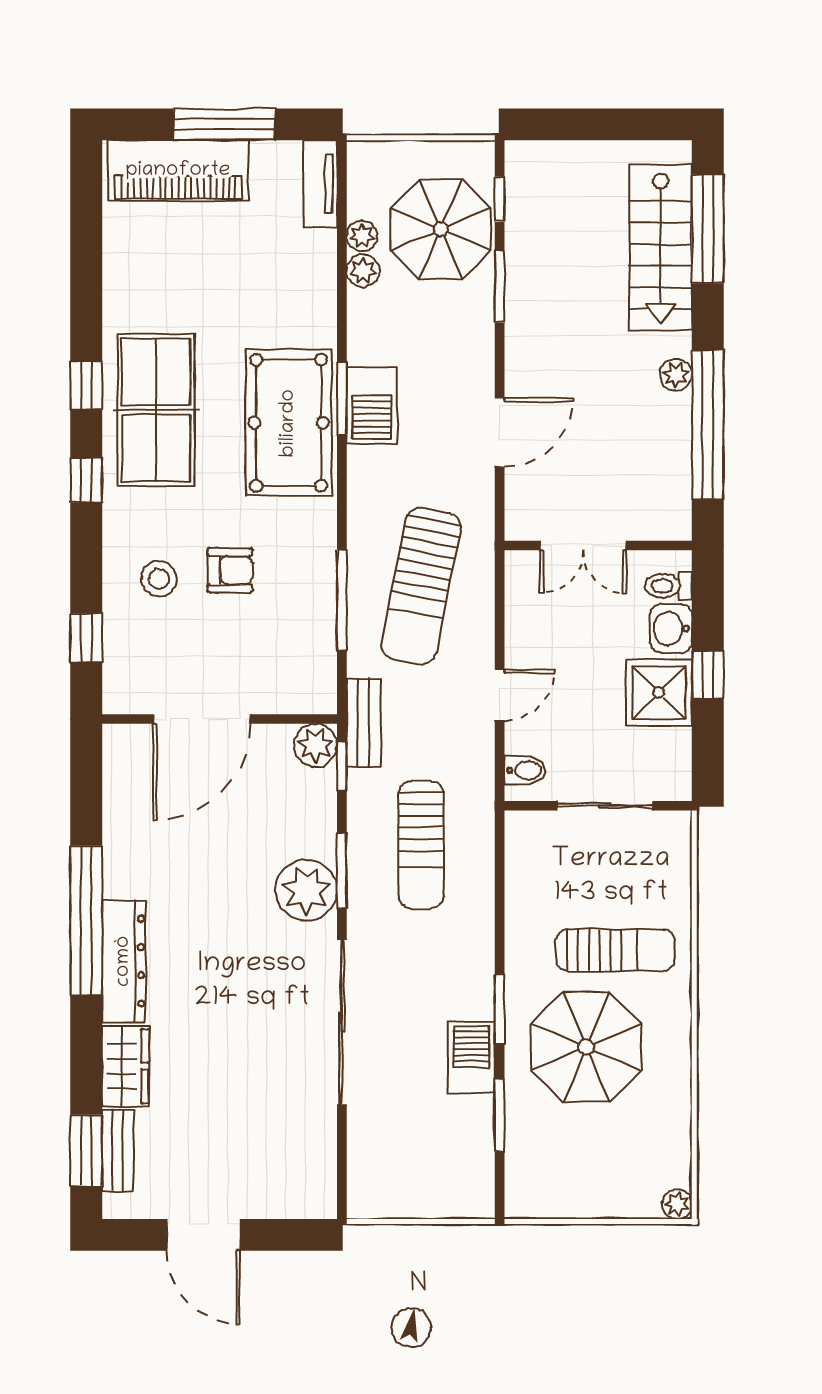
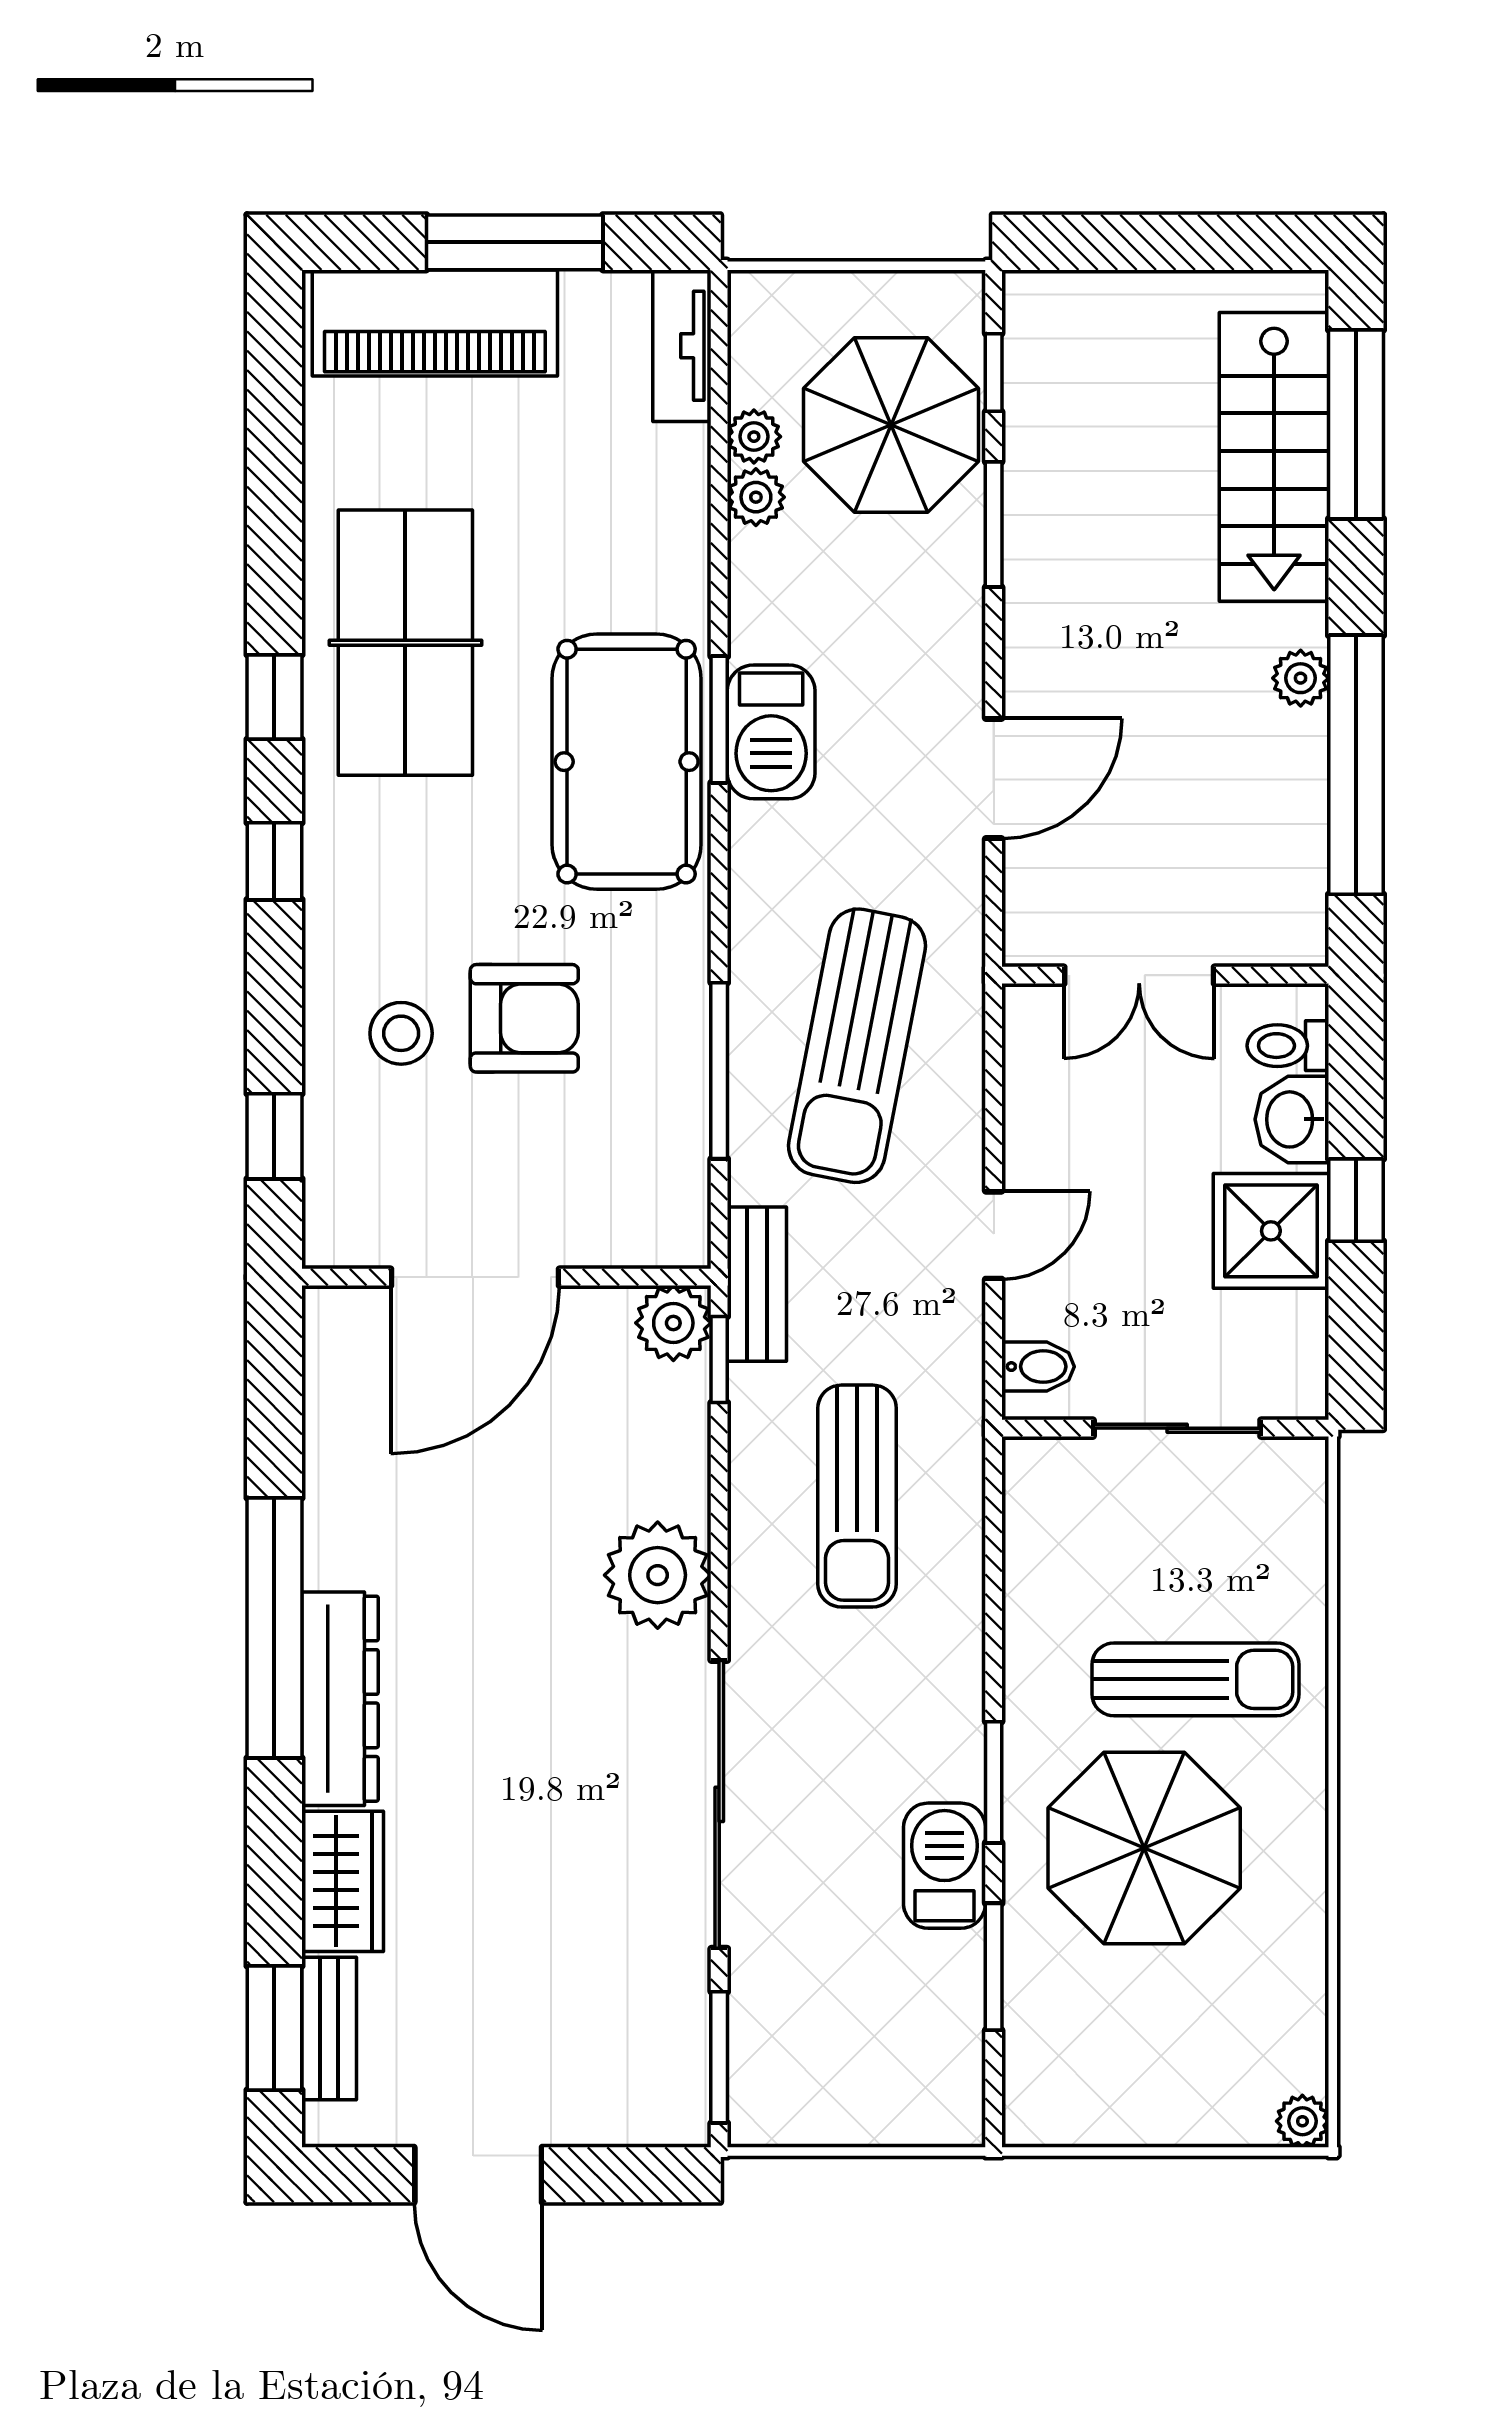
table tennis table: (156, 410) -> (405, 643), moved
armchair: (230, 570) -> (524, 1018), width x1.38, depth x1.38
window: (342, 871) -> (719, 2057), moved

